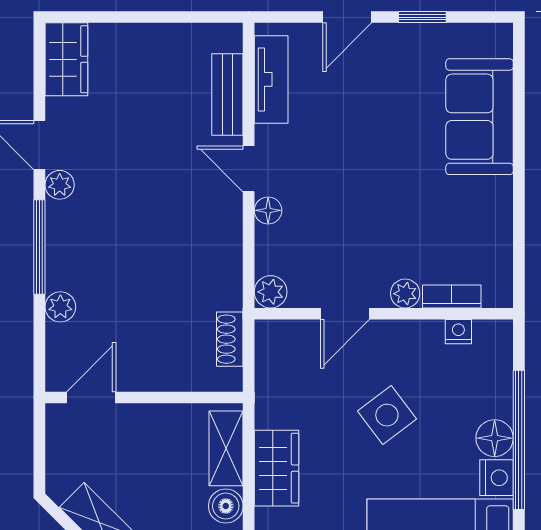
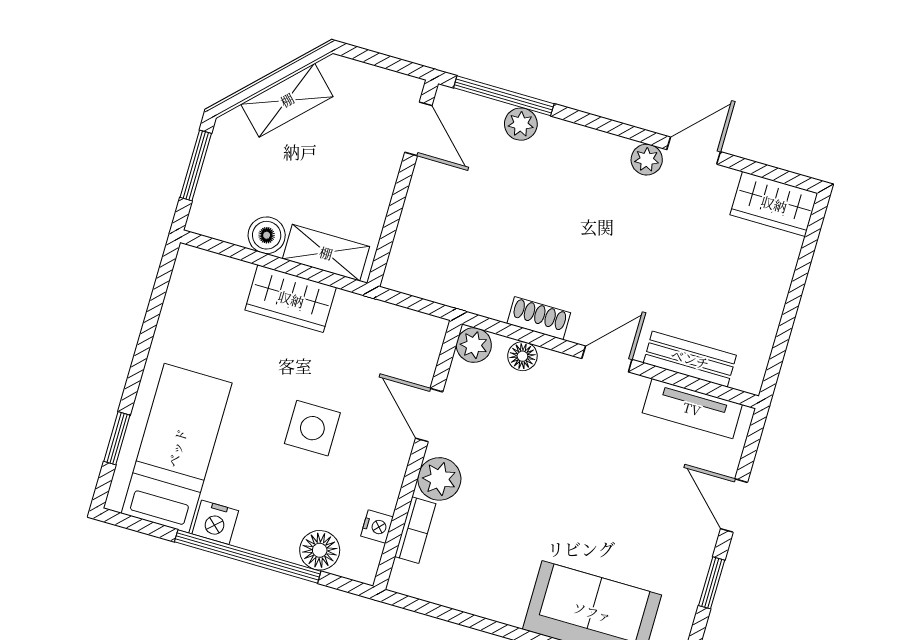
floor lamp: (268, 210) -> (522, 356), moved
window: (39, 247) -> (504, 96), moved
plant: (405, 294) -> (439, 479), width x1.38, depth x1.38
shoe rack: (230, 339) -> (539, 318), moved
side table: (387, 415) -> (312, 428), turned 37
floor lamp: (495, 438) -> (320, 550), moved

